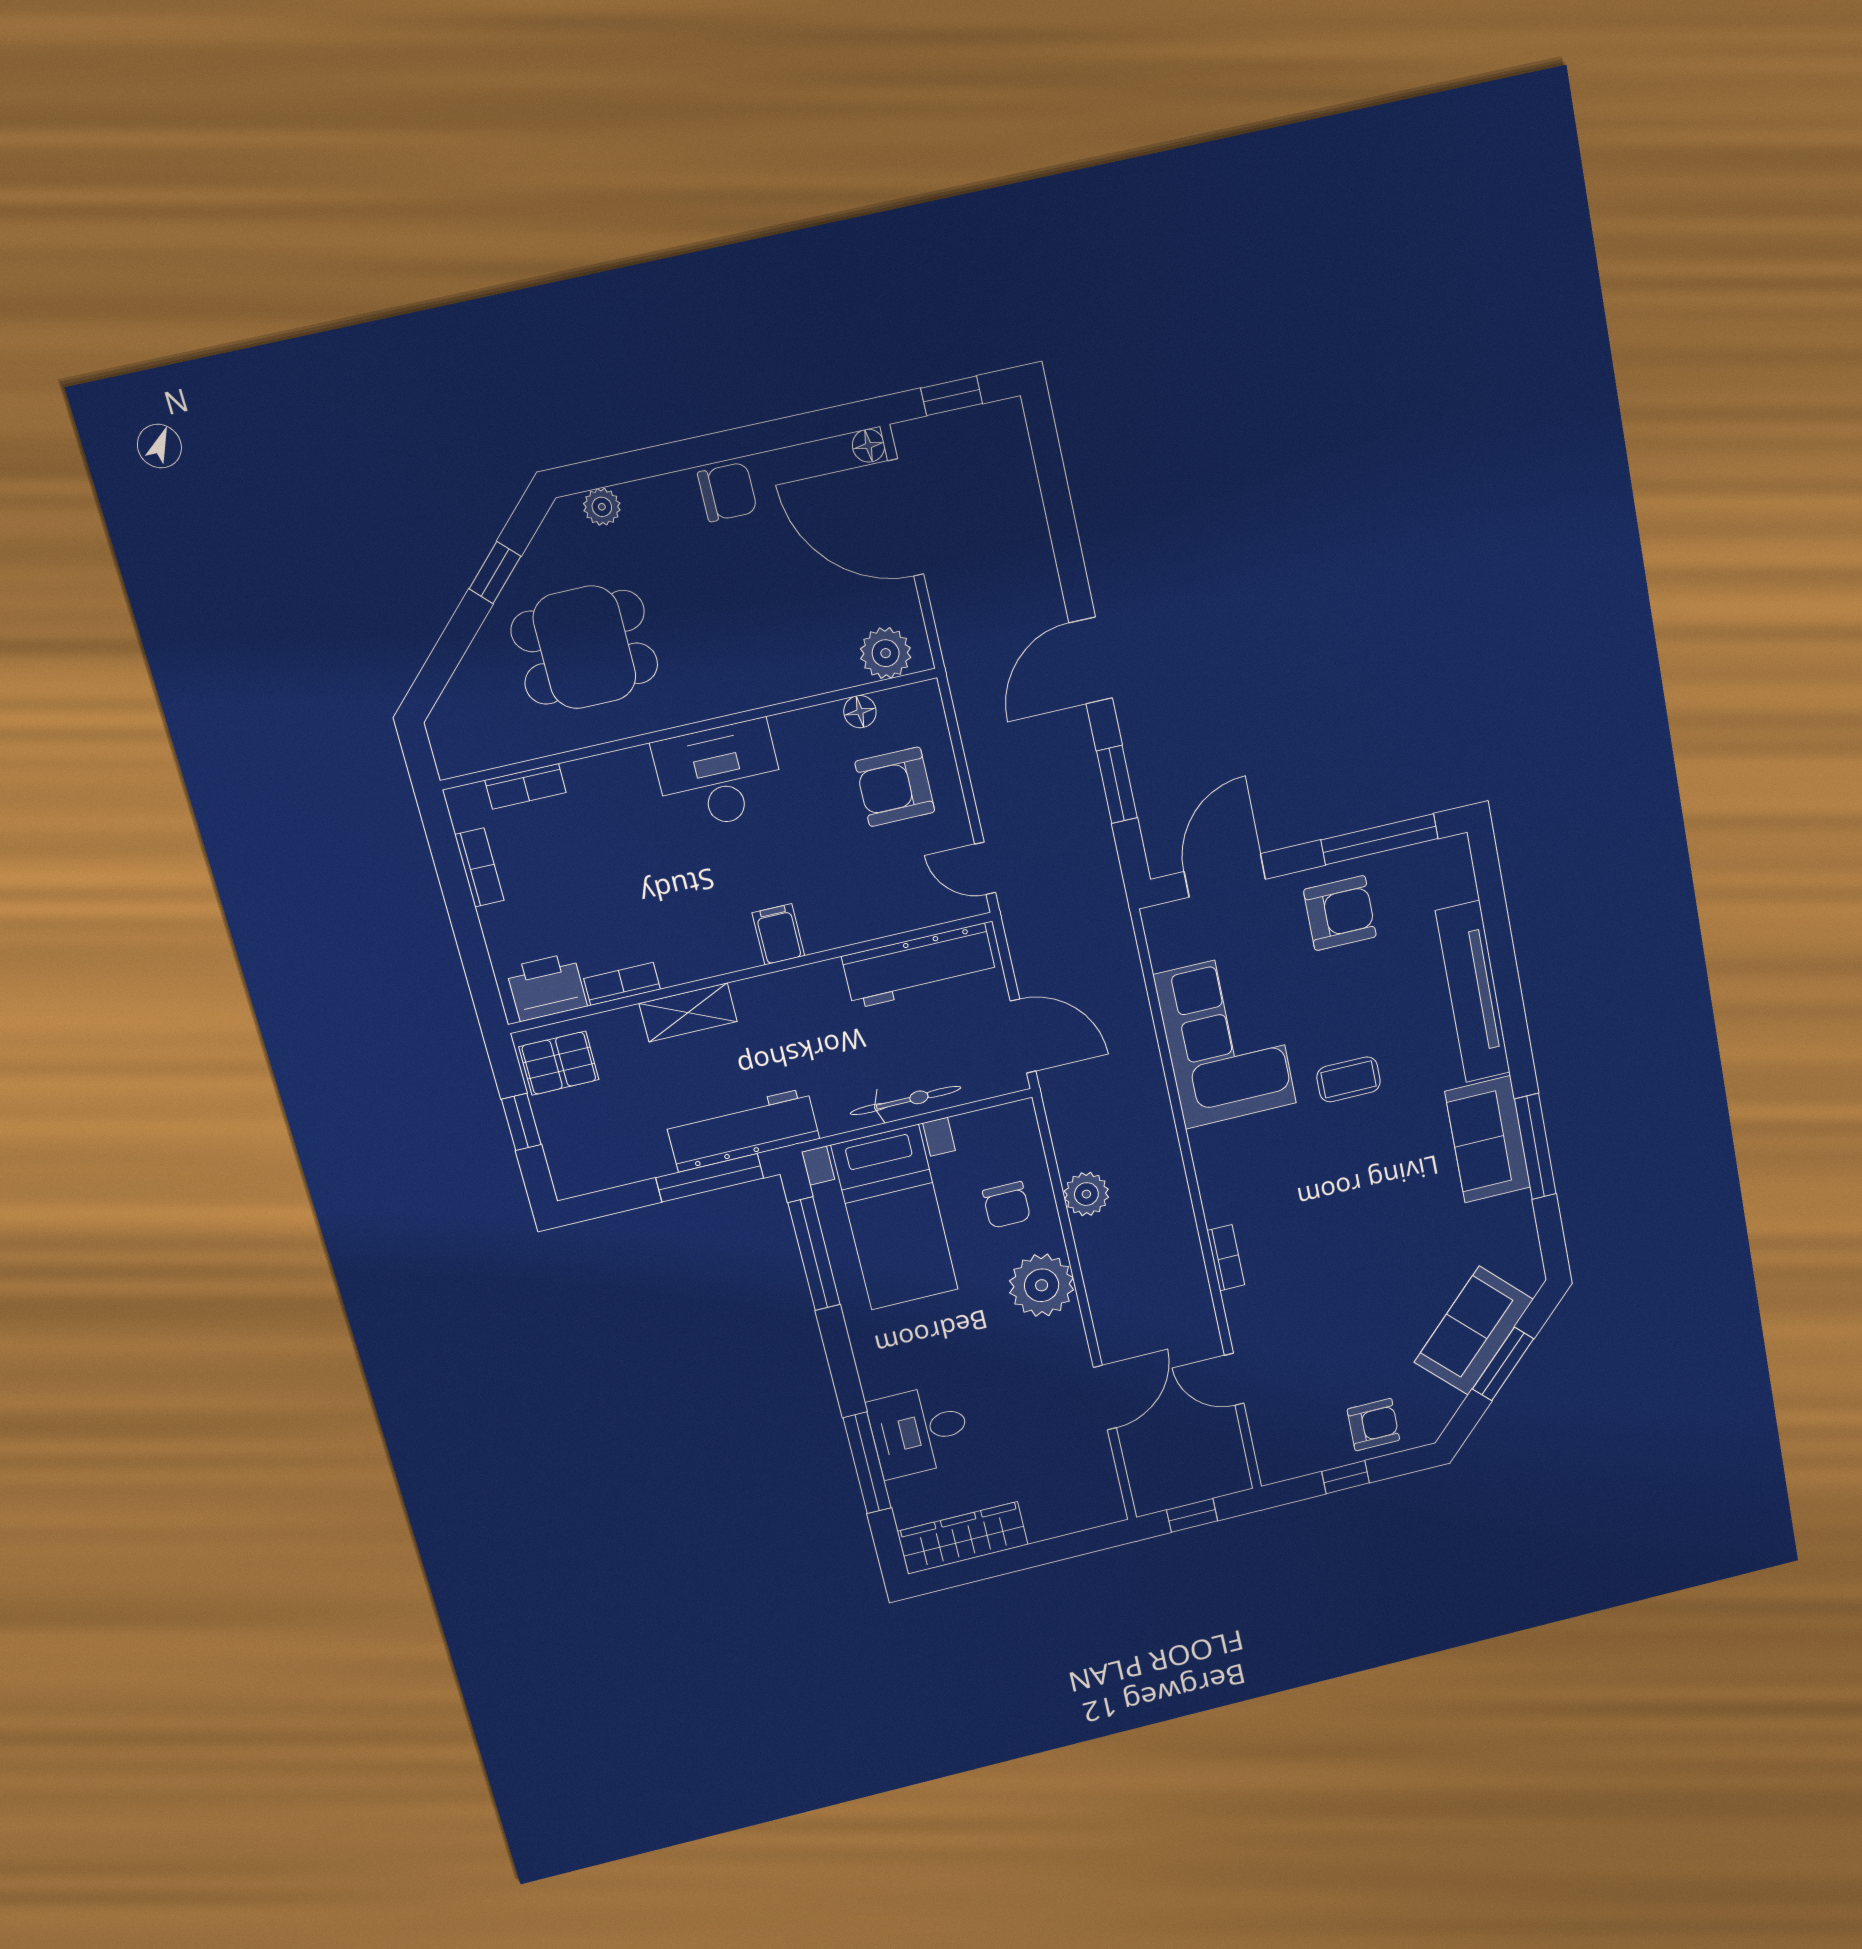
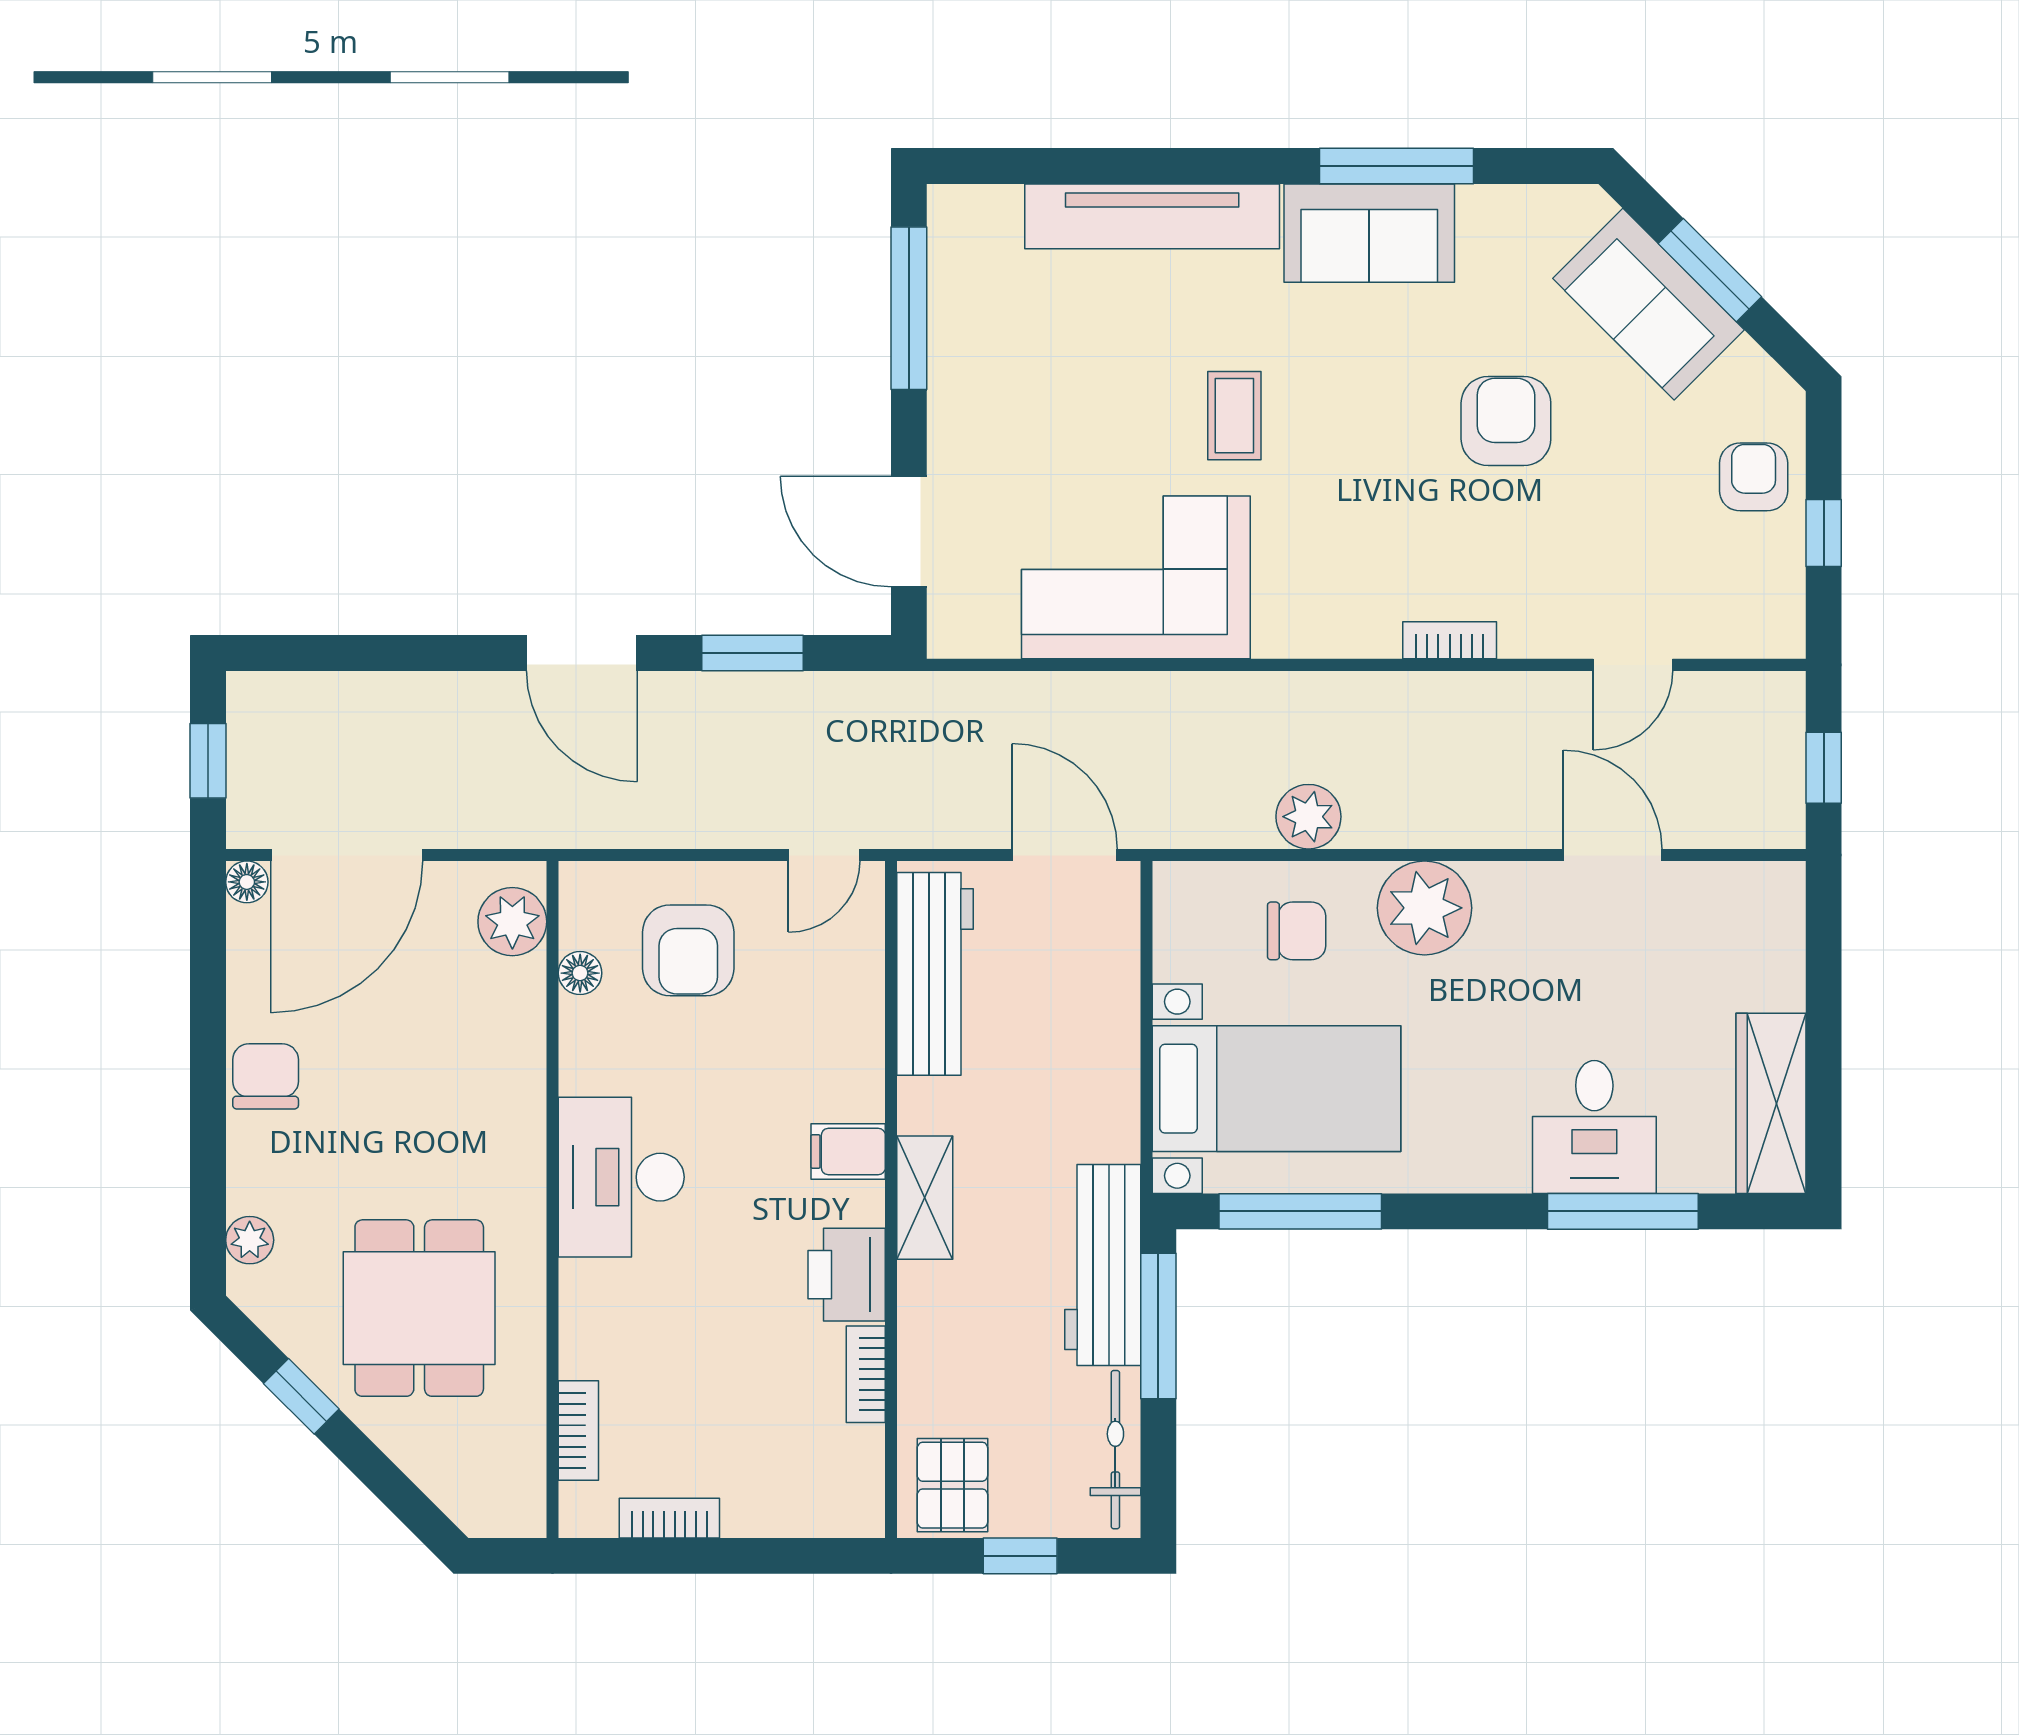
armchair: (1340, 913) -> (1506, 421), moved
printer: (547, 987) -> (847, 1275), moved
shelving: (688, 1012) -> (925, 1198), moved
door: (1023, 1036) -> (1065, 855), hinge flipped
bicycle: (906, 1100) -> (1115, 1450), moved

